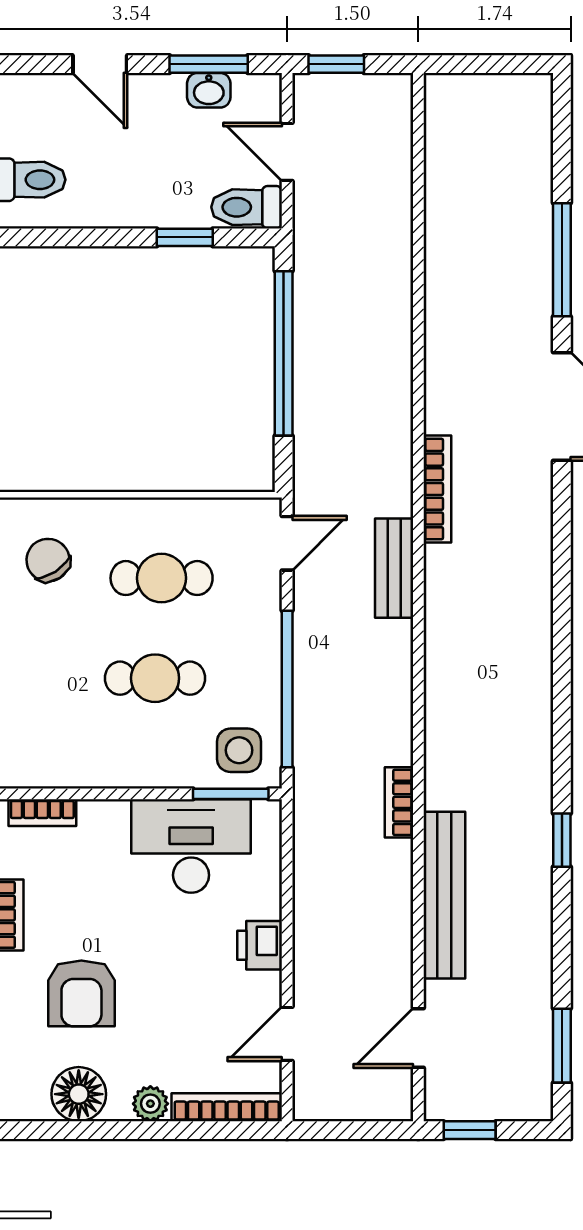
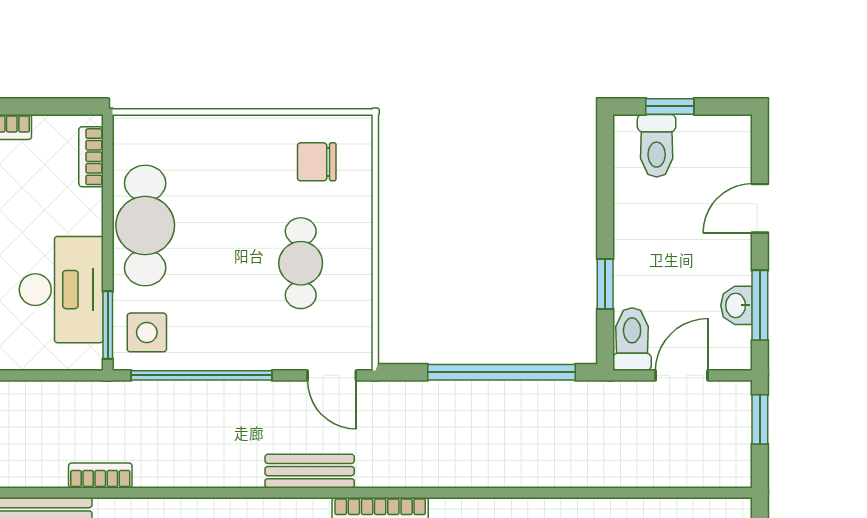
chair: (48, 560) -> (317, 162), turned -147
cafe table: (155, 678) -> (145, 225), moved, width x1.37, depth x1.35

